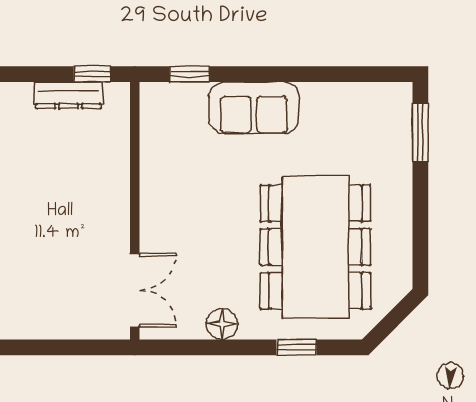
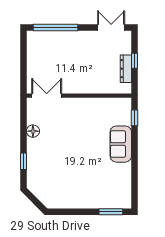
window: (92, 74) -> (134, 61), moved
dining table: (315, 247) -> (64, 169), removed
double door: (135, 290) -> (47, 96), swing flipped

